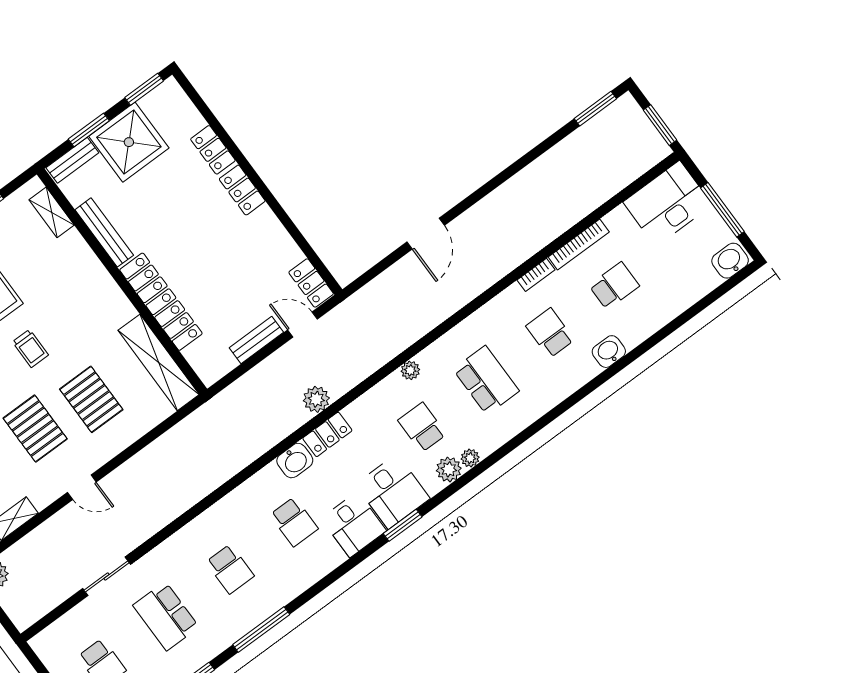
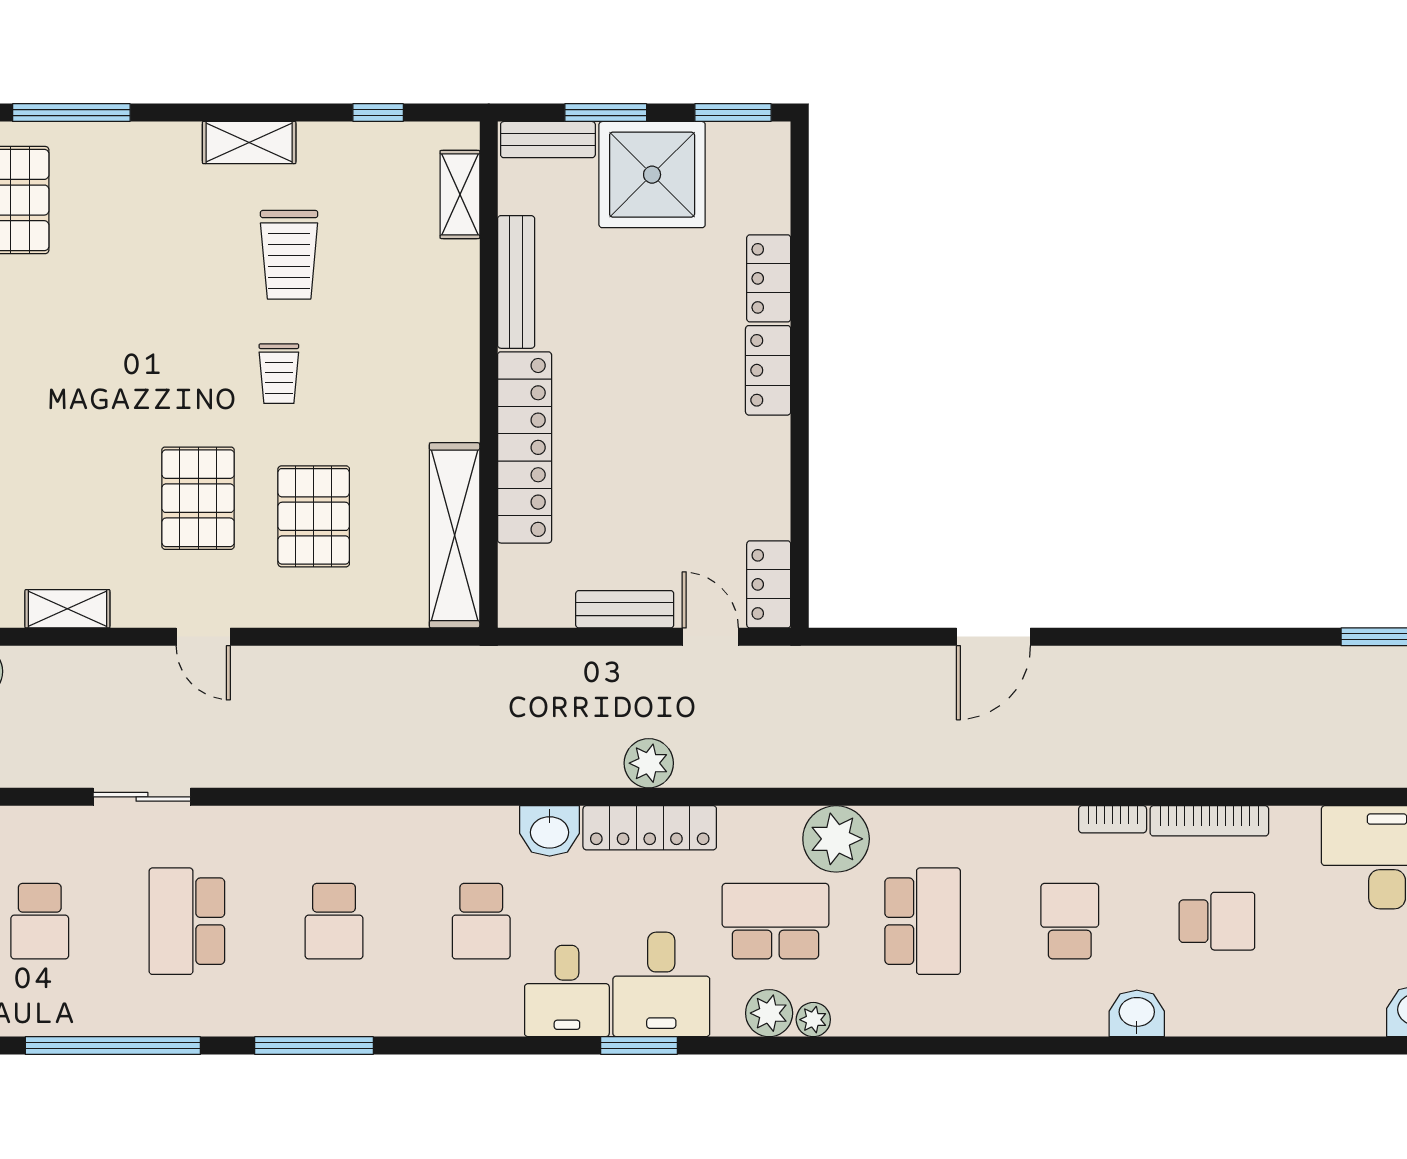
plant: (410, 370) -> (836, 839), width x1.88, depth x1.88
school desk: (422, 427) -> (775, 921), width x1.85
locker: (327, 434) -> (650, 828), width x1.53

